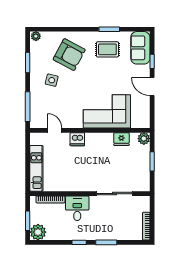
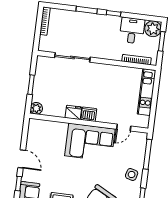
side table: (52, 80) -> (132, 174), moved
corner sofa: (107, 111) -> (90, 142), moved
door: (55, 130) -> (124, 128), hinge flipped
dishwasher: (77, 139) -> (89, 114), moved
fridge: (121, 139) -> (73, 112), moved
desk: (77, 208) -> (132, 31), moved, turned 180

